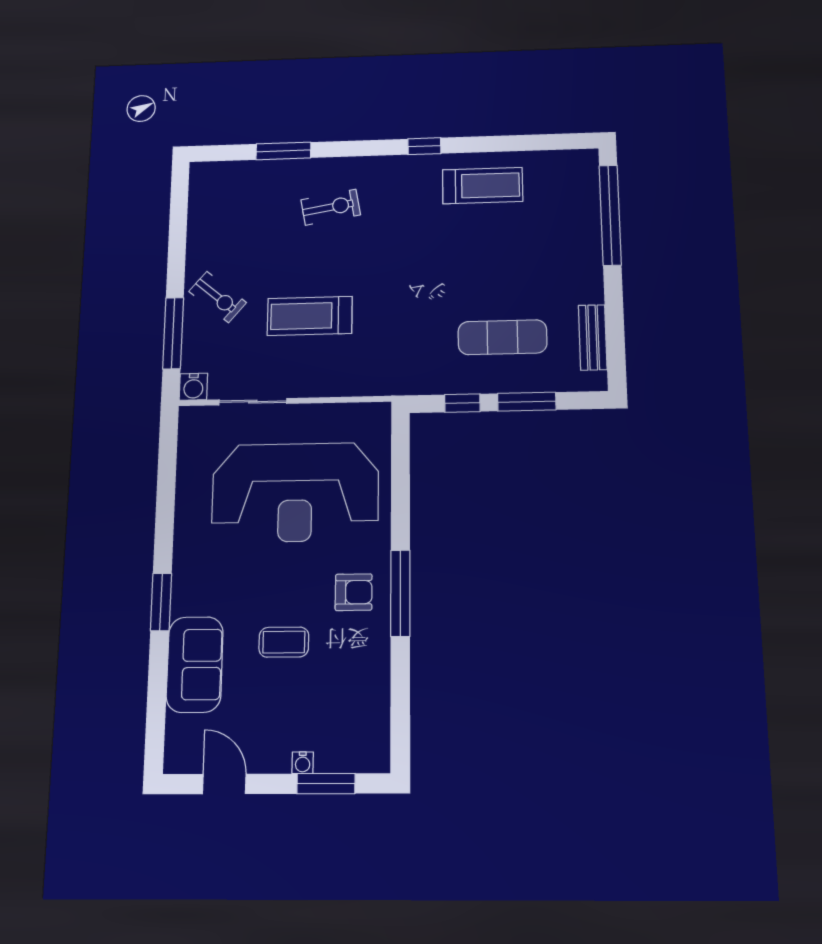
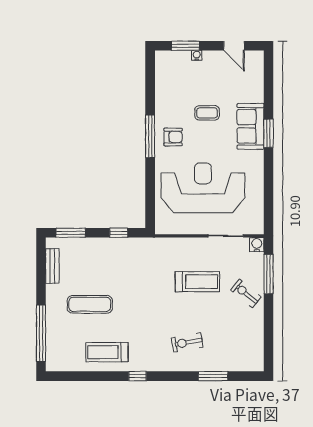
exercise mat: (502, 337) -> (90, 304), moved
window: (527, 402) -> (71, 233), moved
armchair: (354, 592) -> (173, 137), turned 180
sofa: (195, 664) -> (250, 126), moved

